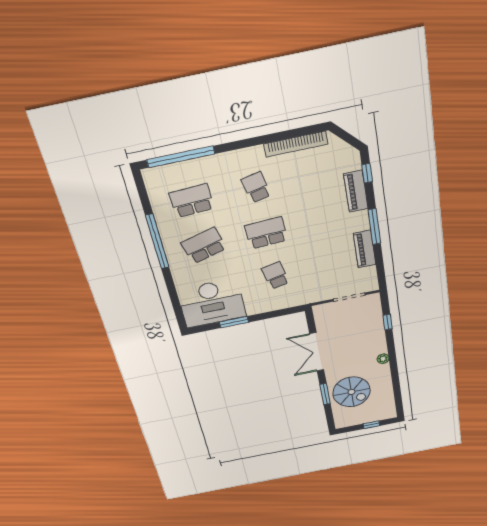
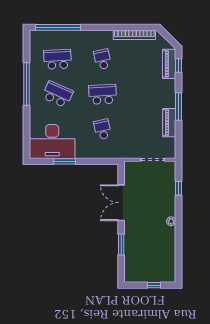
piano: (356, 191) -> (169, 64), moved
school desk: (204, 246) -> (58, 94), turned 39
spiral stairs: (352, 392) -> (142, 248), removed

